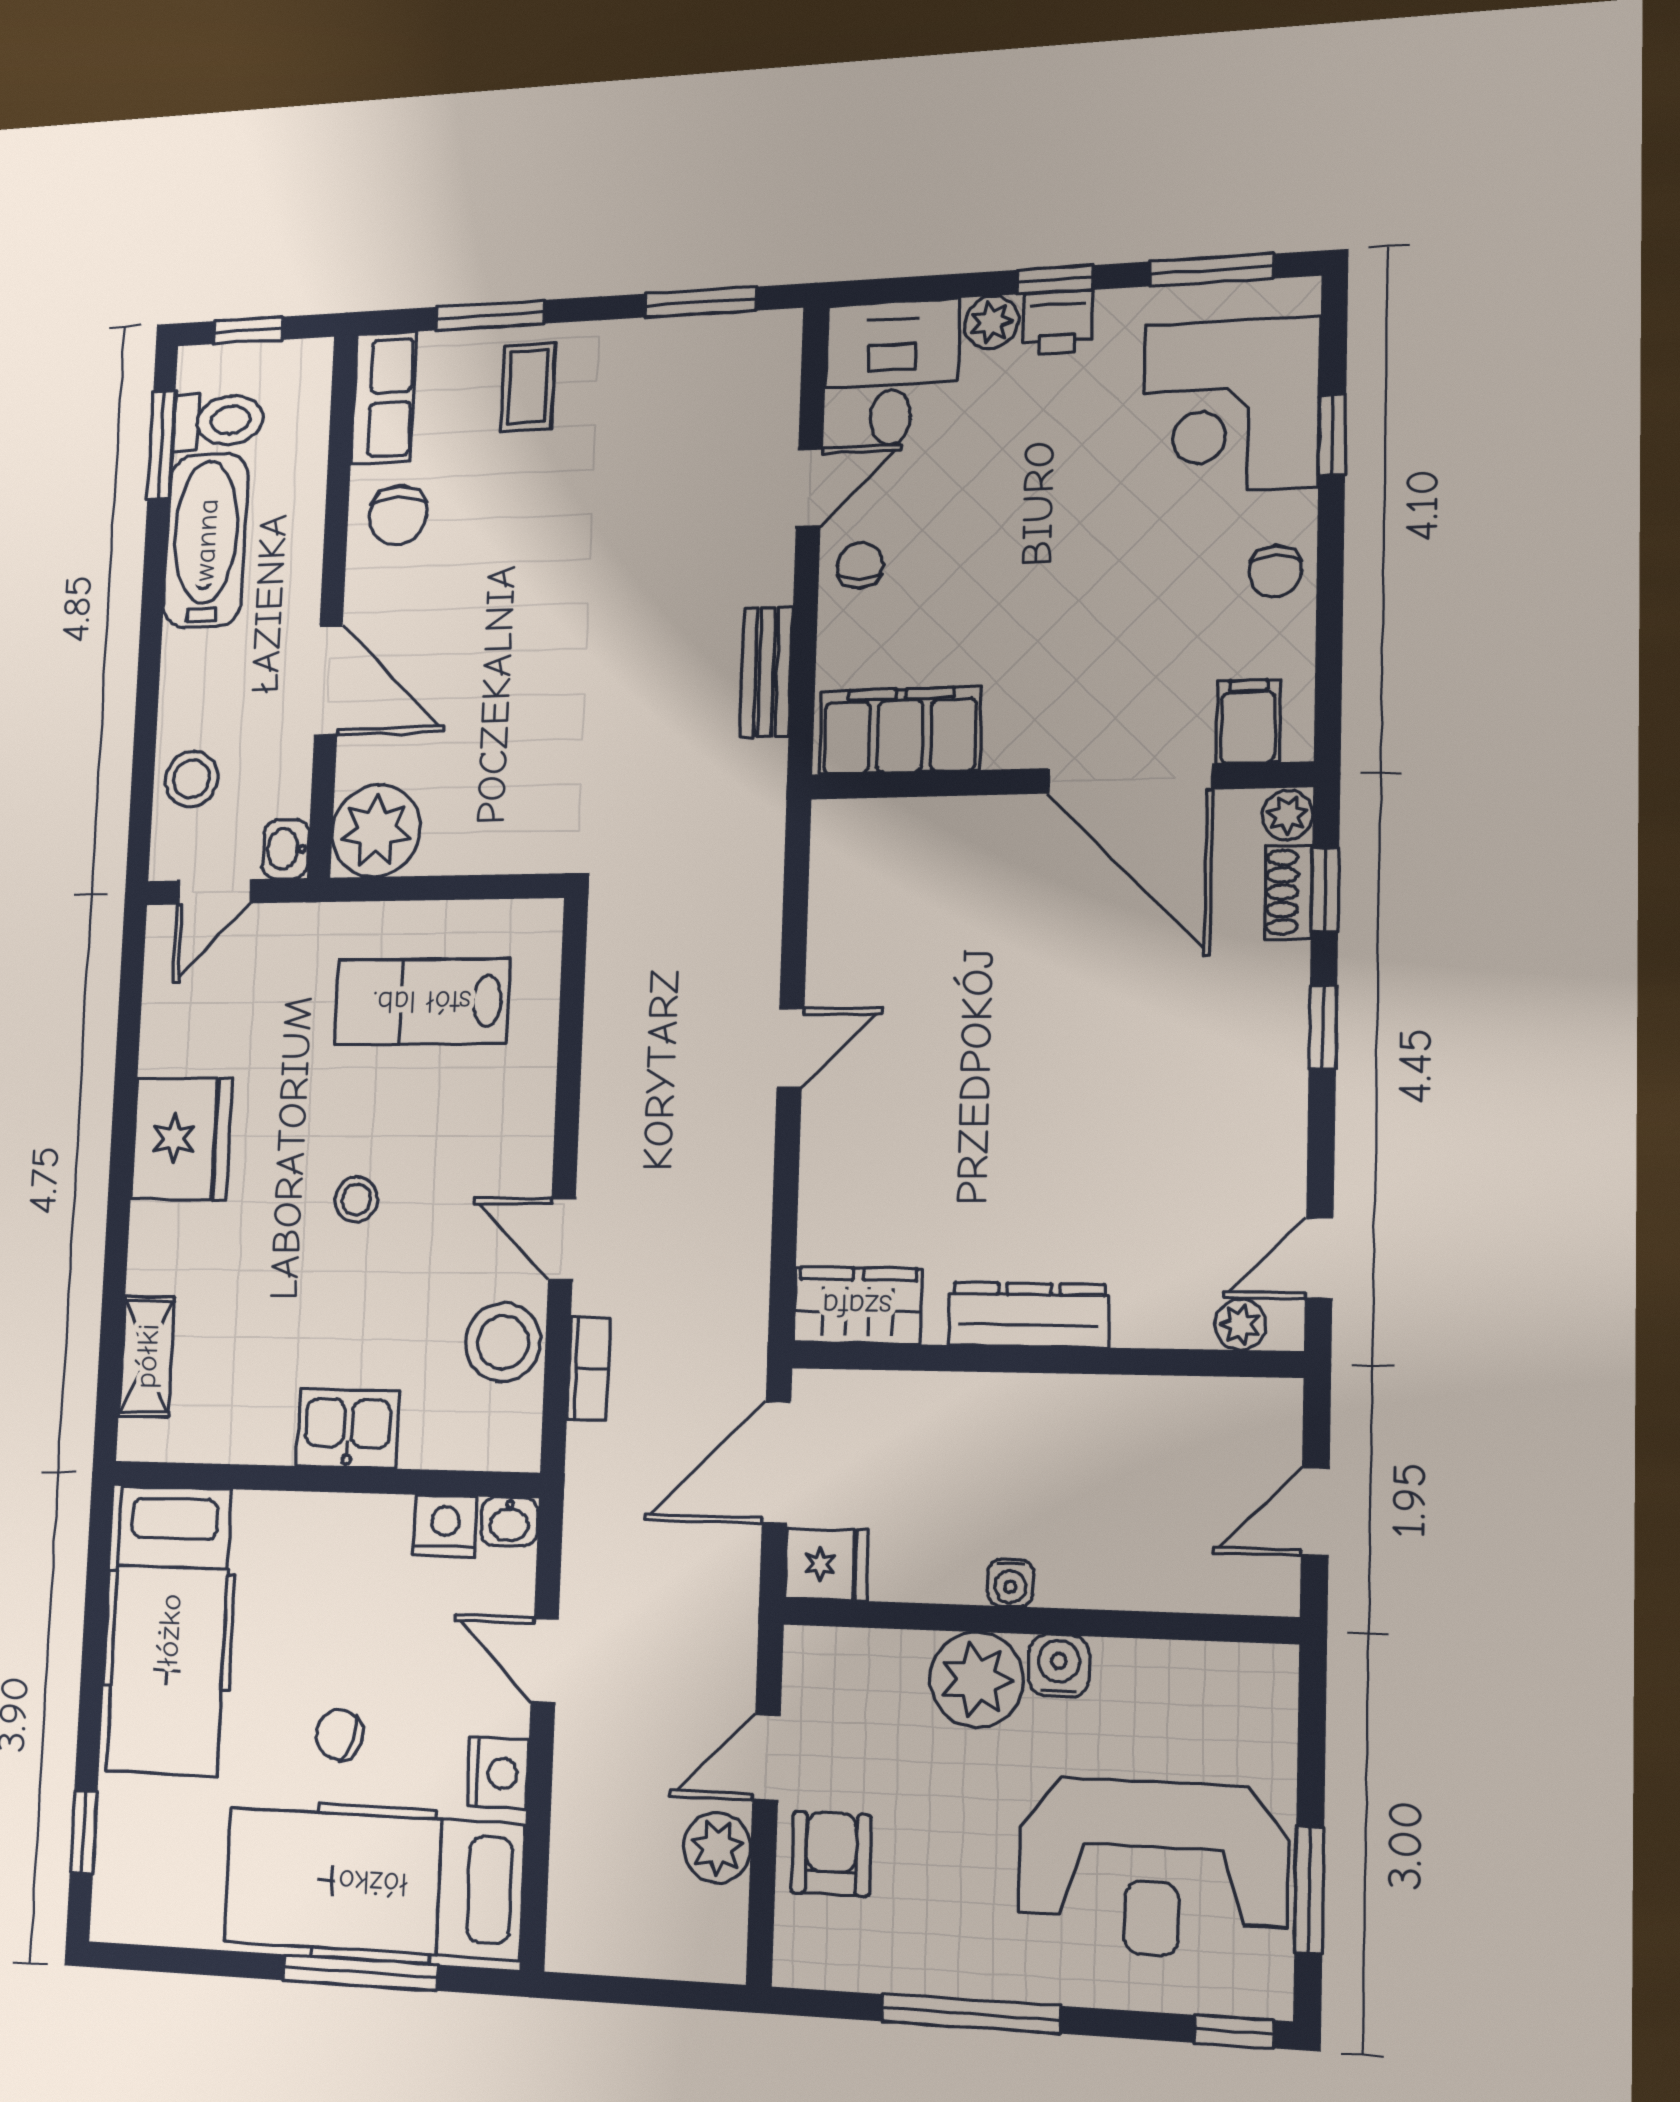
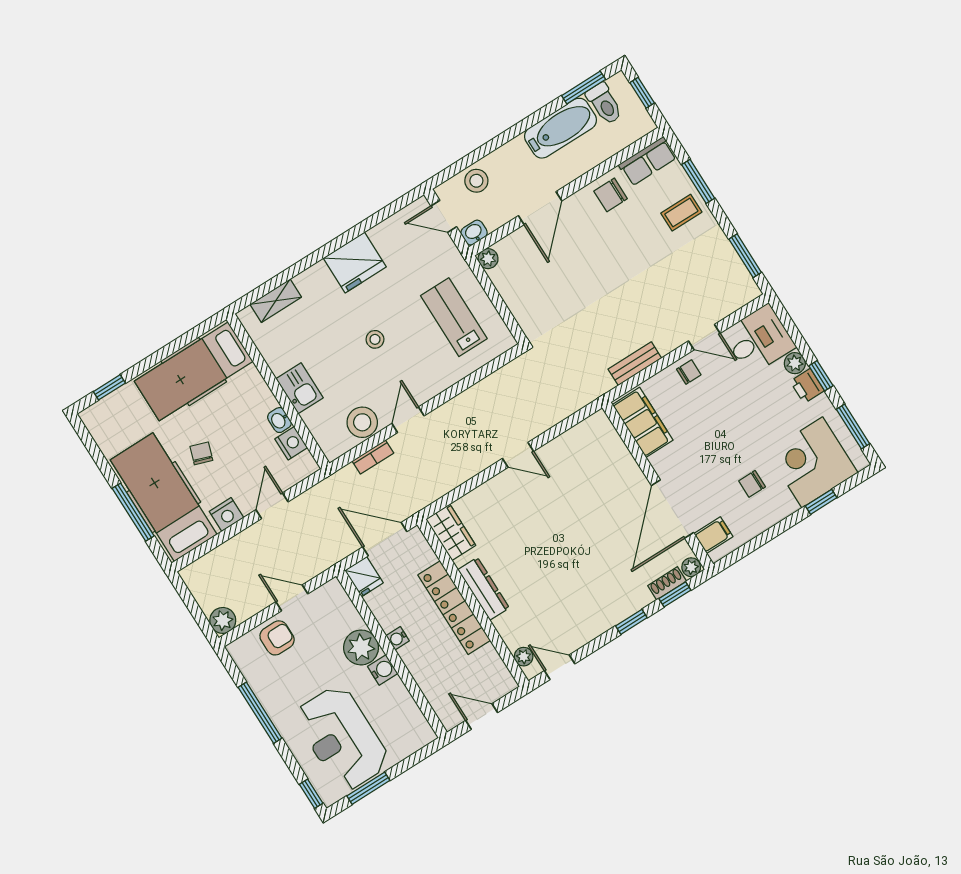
chair: (1275, 571) -> (752, 484), moved
plant: (376, 831) -> (488, 259), width x0.53, depth x0.53
locker: (1027, 1409) -> (454, 608), added
washbasin: (509, 1522) -> (279, 420), moved
plant: (717, 1848) -> (223, 620), moved

